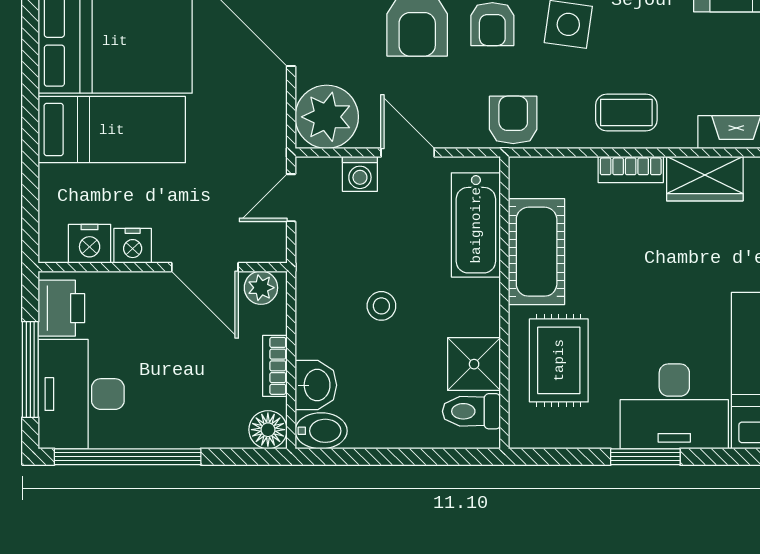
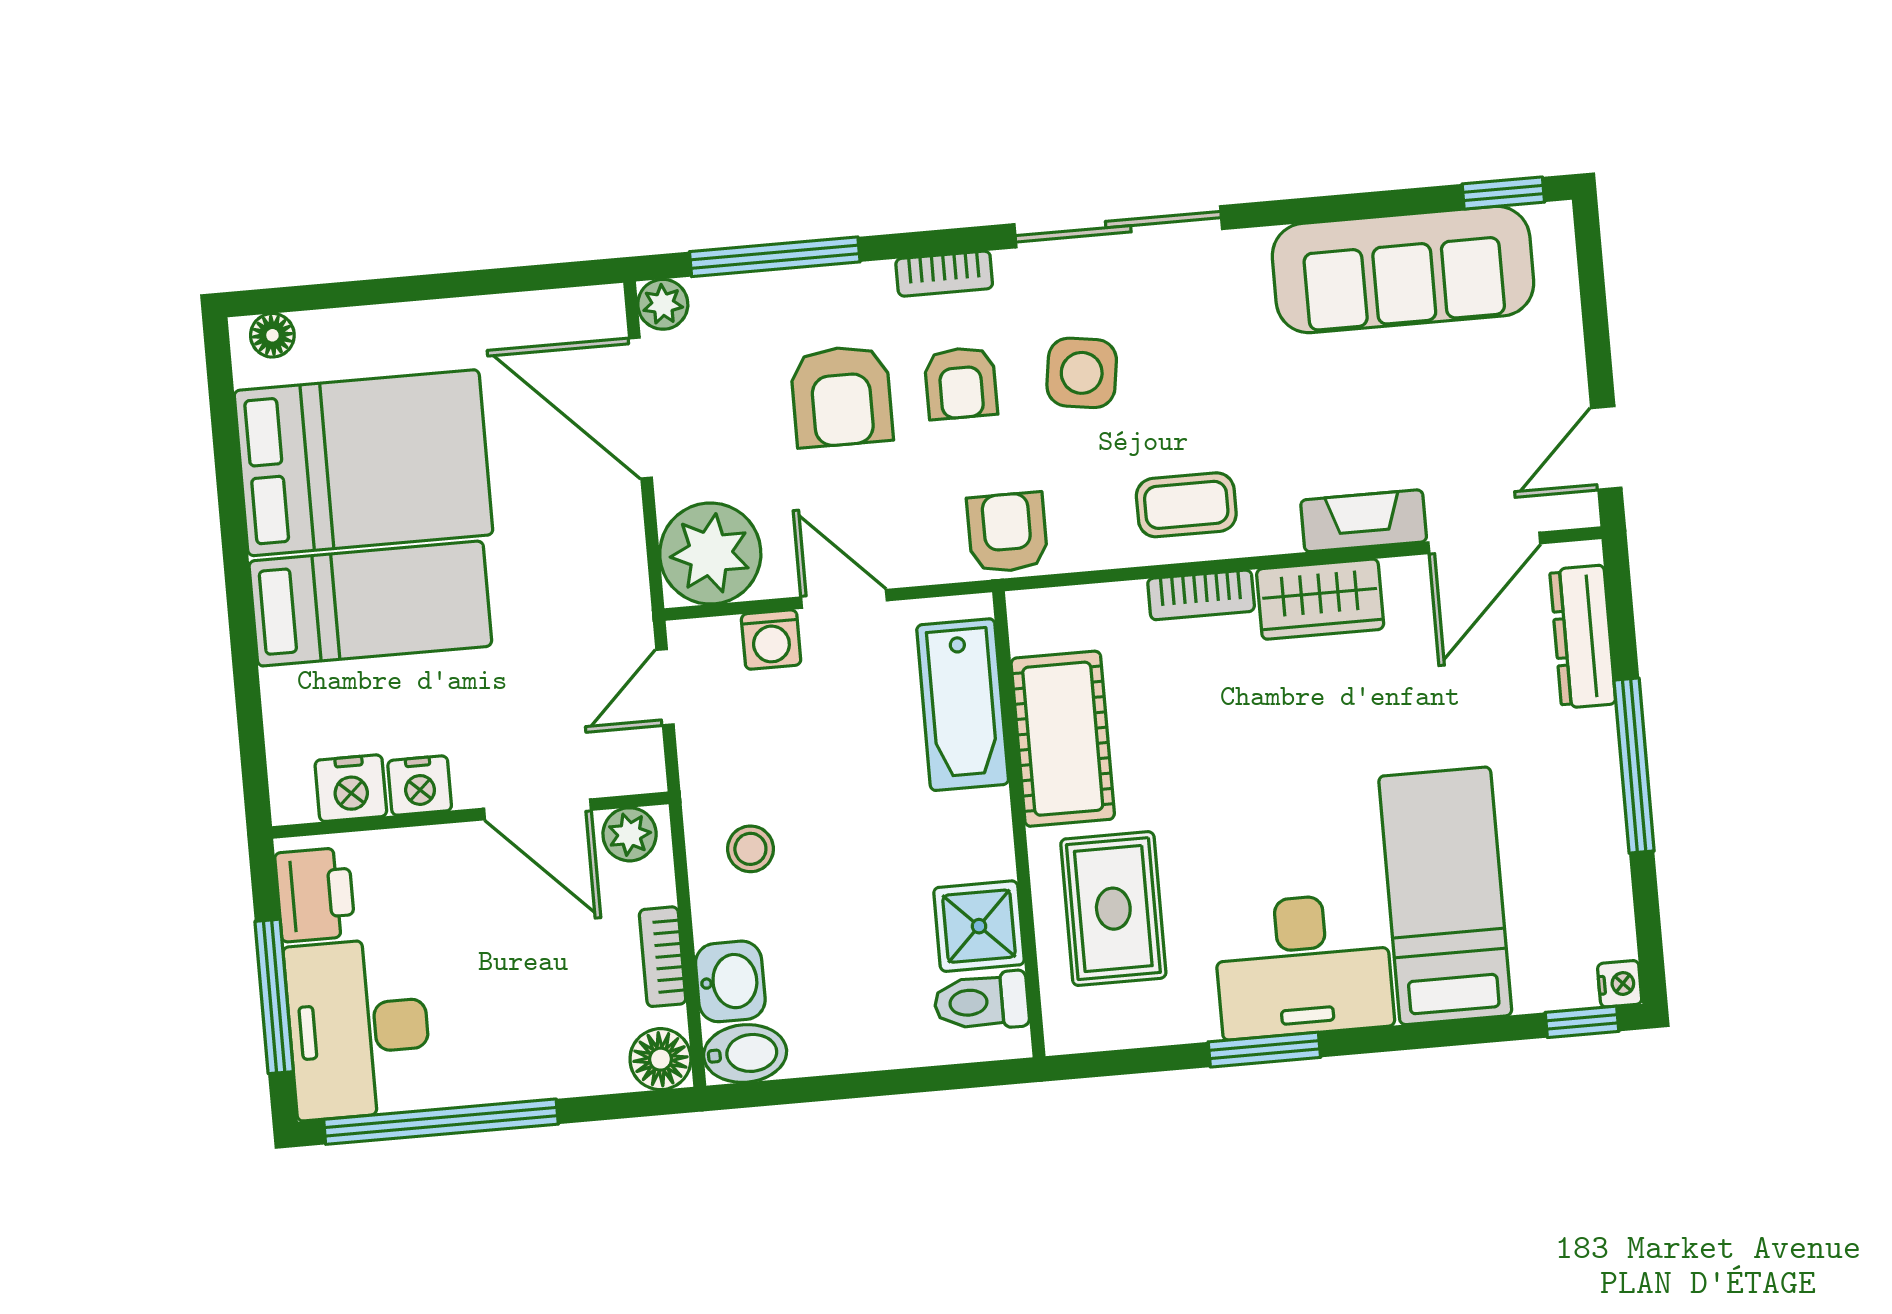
stool: (381, 306) -> (750, 849), moved

